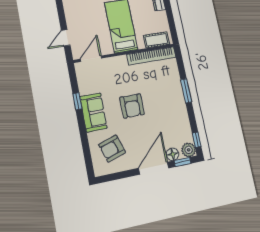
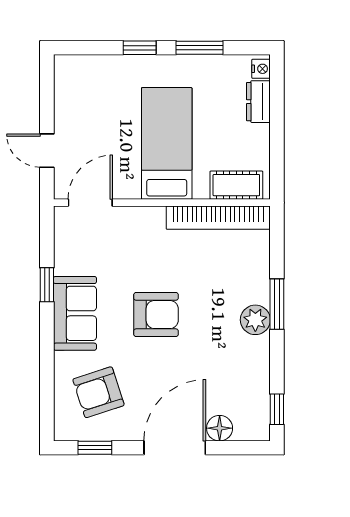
door: (66, 38) -> (47, 151), hinge flipped
armchair: (132, 106) -> (156, 315), turned -90
plant: (189, 150) -> (255, 320), moved
window: (182, 162) -> (95, 448), moved

